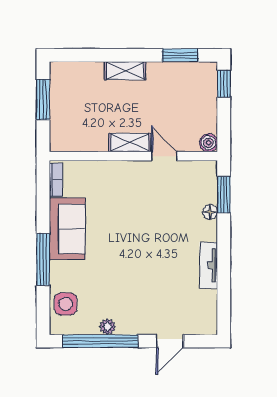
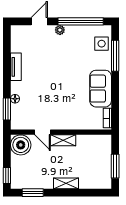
boiler: (208, 143) -> (21, 145), width x1.86, depth x1.86
window: (43, 259) -> (115, 56), moved
plant: (108, 327) -> (60, 30), moved

